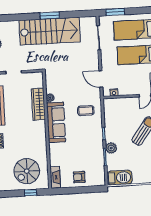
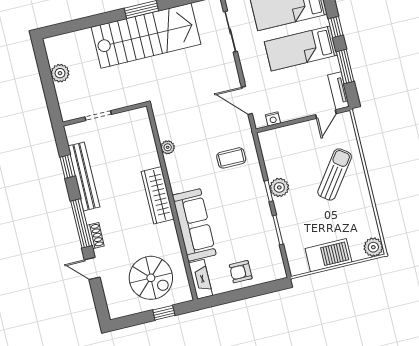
wardrobe: (38, 104) -> (158, 195), moved
sofa: (56, 122) -> (194, 225), moved
plant: (111, 148) -> (279, 187), moved
spiral stairs: (27, 171) -> (151, 278), turned -90
barbecue: (120, 178) -> (328, 255), moved

